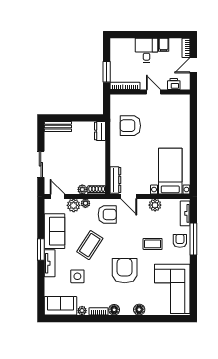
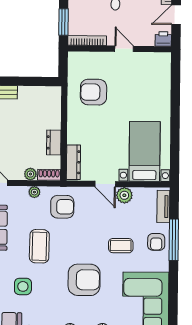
printer: (174, 84) -> (163, 39), moved
dresser: (100, 131) -> (54, 142), moved
door: (129, 197) -> (105, 184), moved
plant: (74, 205) -> (19, 195), removed
armchair: (180, 241) -> (156, 242), turned 180
coffee table: (90, 245) -> (39, 246), turned -32
armchair: (125, 271) -> (84, 280), turned 90

